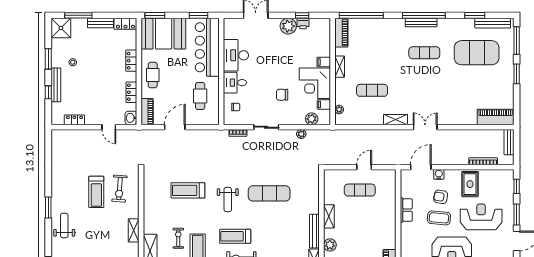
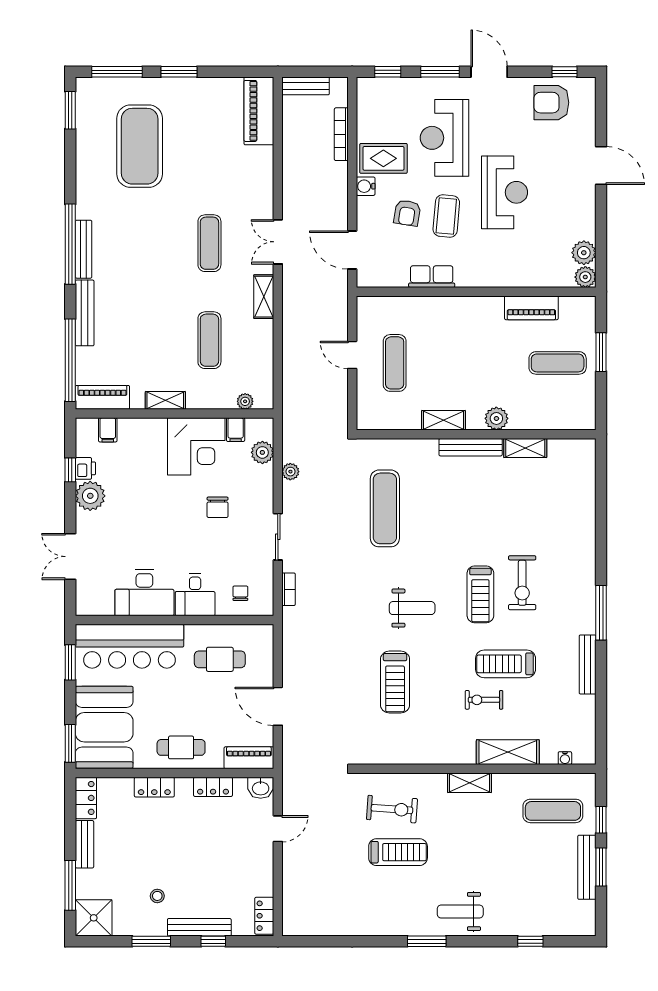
window: (475, 15) -> (70, 110), moved
bench: (493, 23) -> (85, 313), moved
exercise mat: (424, 53) -> (209, 243), moved
filing cabinet: (324, 62) -> (108, 430), moved
locker: (74, 120) -> (264, 916), moved
water cooler: (439, 174) -> (366, 186), moved
exercise mat: (269, 193) -> (385, 508), moved

